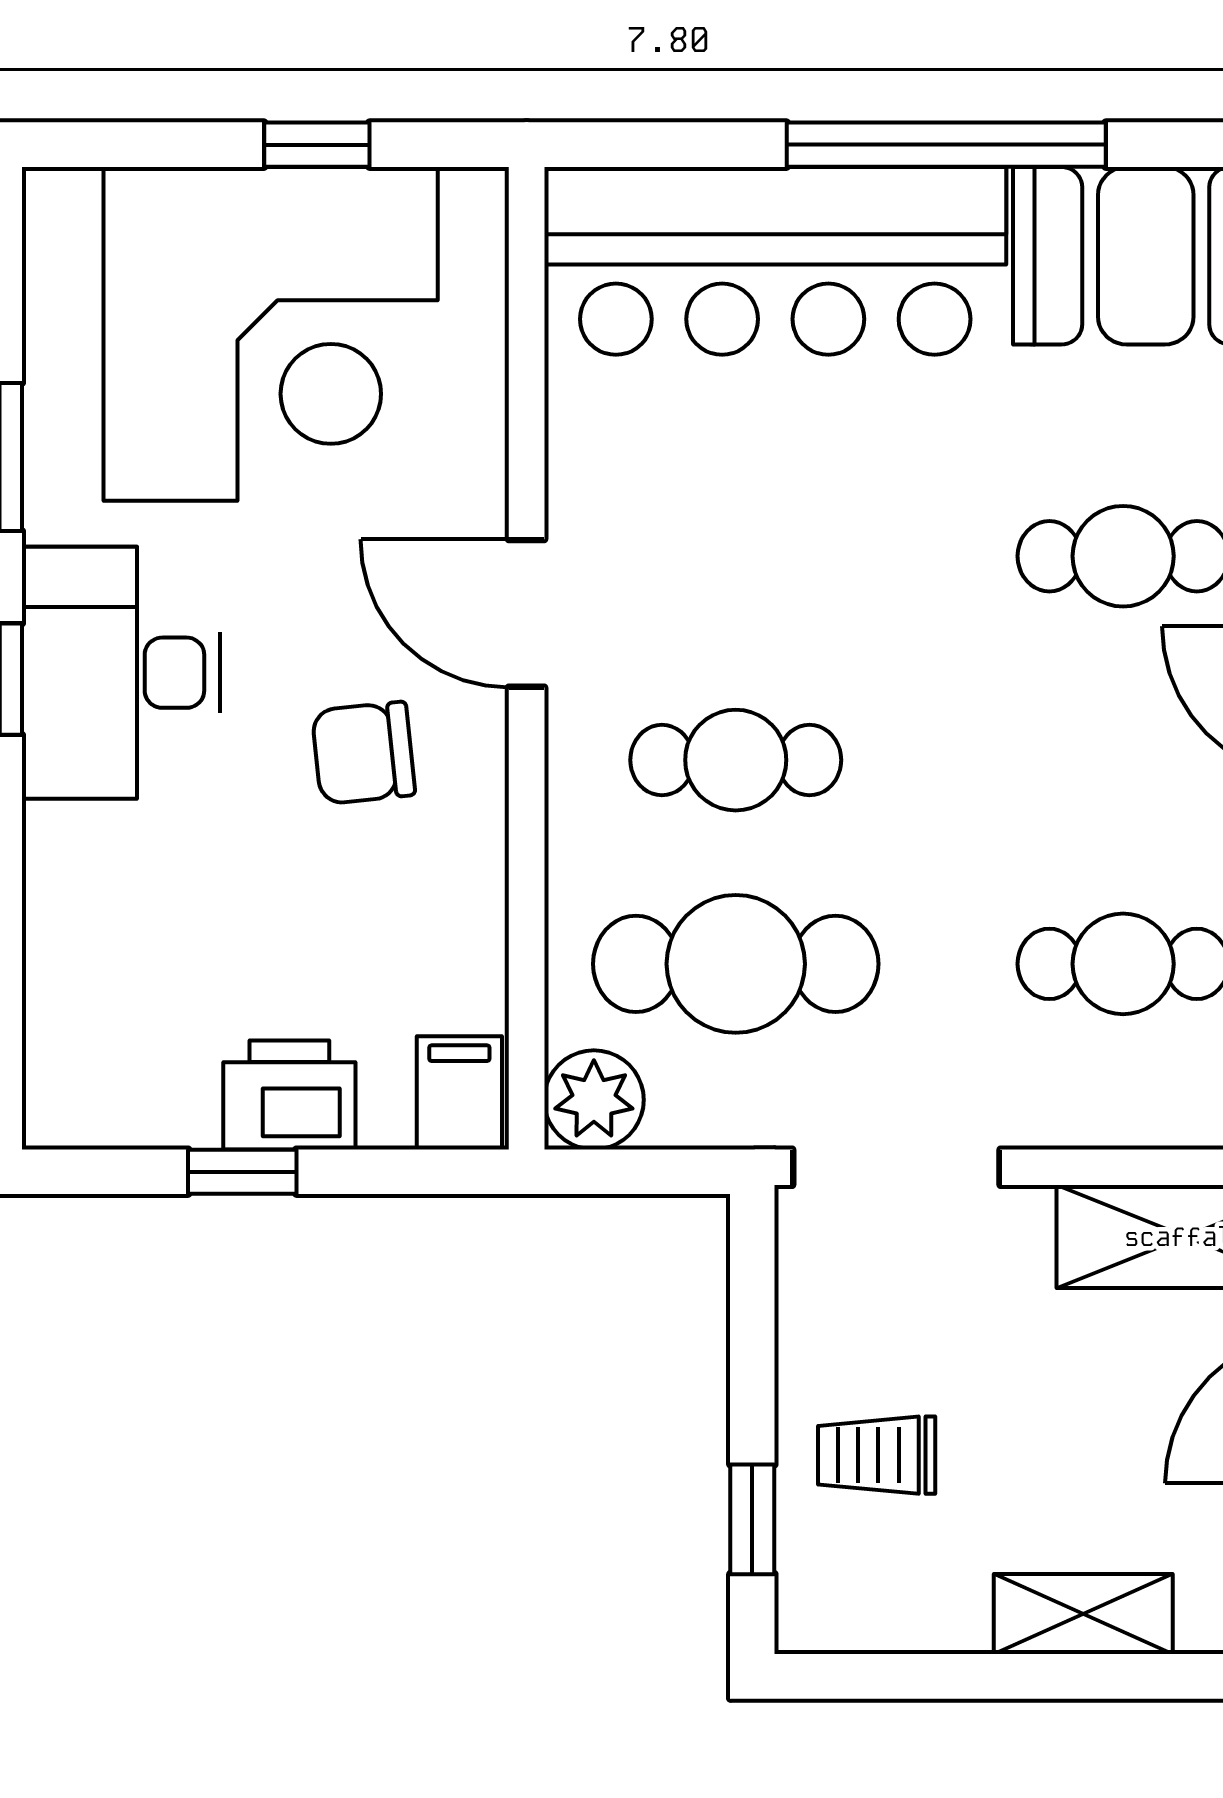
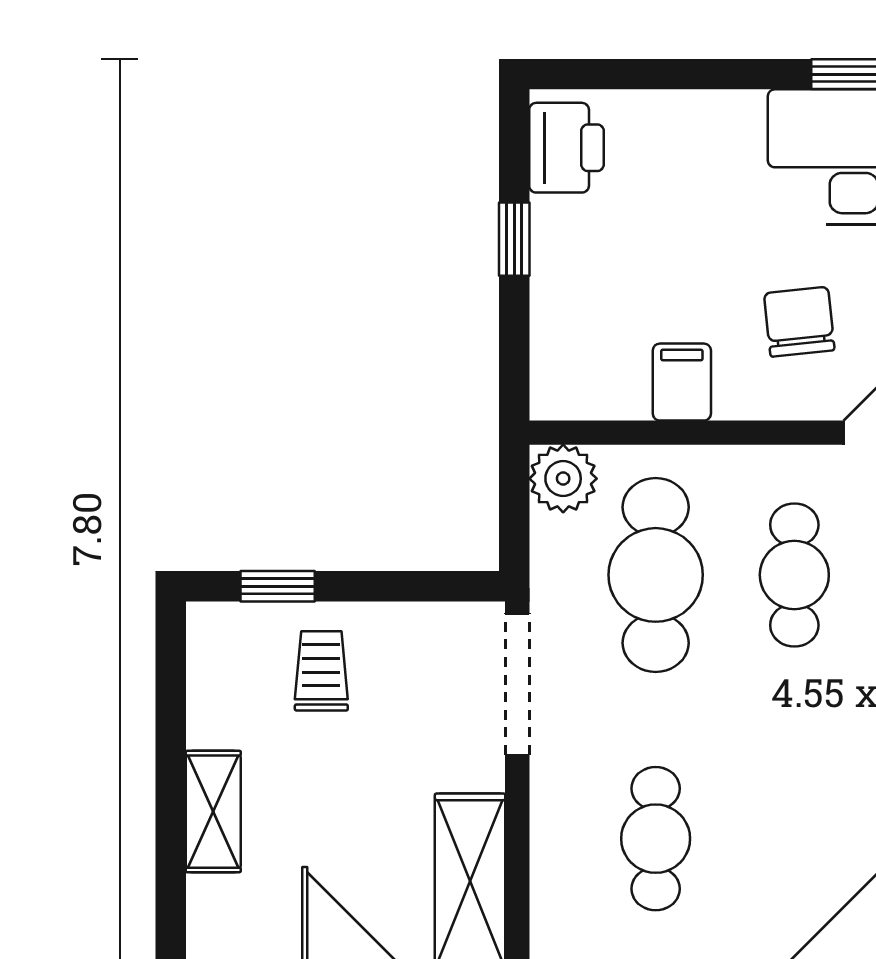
filing cabinet: (459, 1093) -> (682, 382), moved, turned -90
printer: (289, 1095) -> (566, 148), moved

